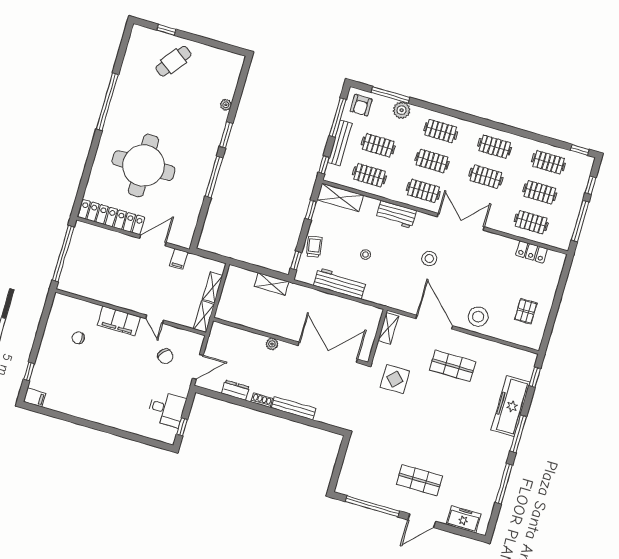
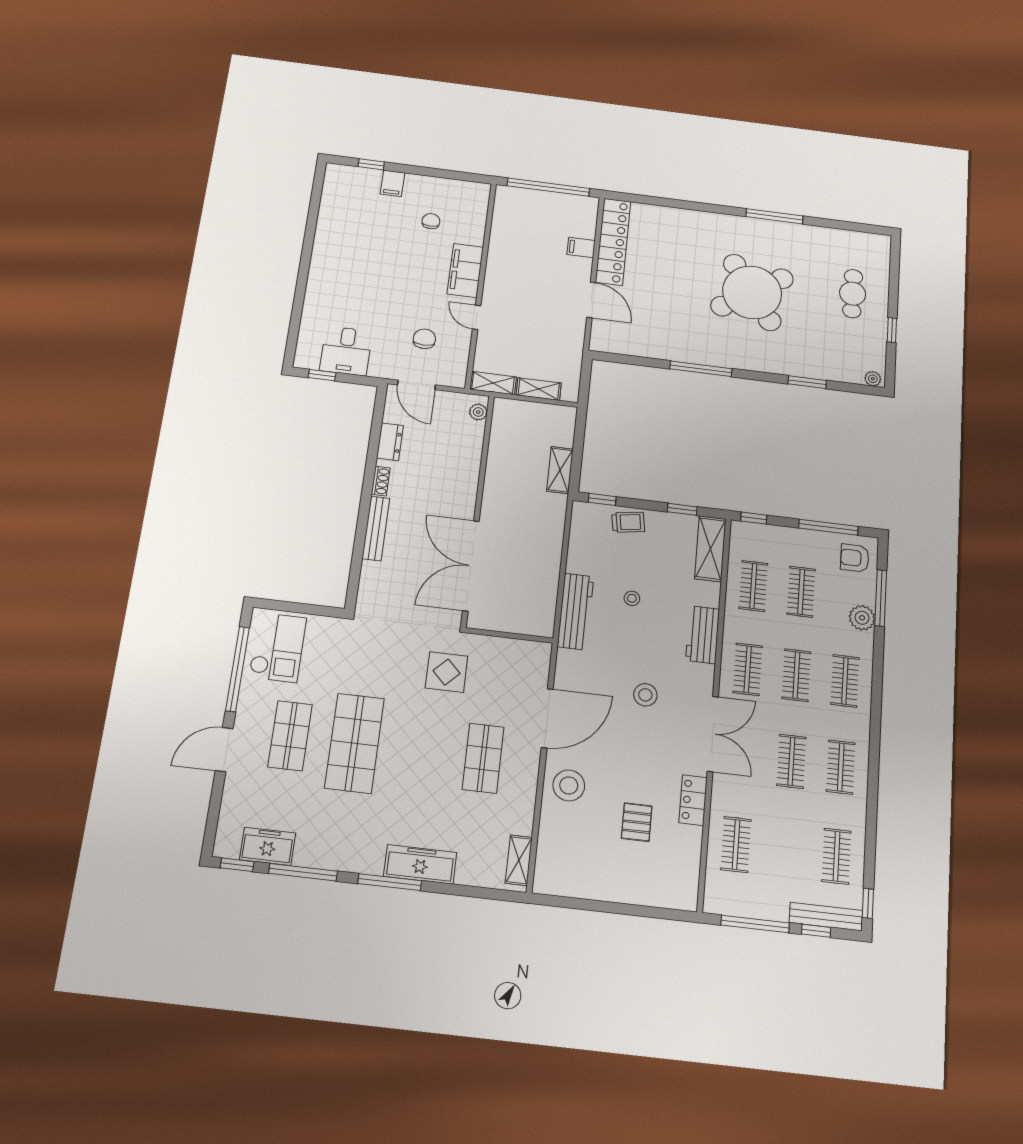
window: (166, 30) -> (892, 330), moved
cafe table: (174, 61) -> (853, 294), turned 53
window: (107, 102) -> (774, 216), width x0.68
plant: (226, 105) -> (873, 379), moved
window: (226, 135) -> (807, 382), moved
bench: (340, 143) -> (826, 917), moved
round table: (143, 166) -> (752, 292), moved, turned -34
clothes rail: (540, 192) -> (786, 850), removed
locker: (532, 252) -> (693, 800), moved
filing cabinet: (179, 259) -> (581, 247), moved
workbench: (340, 283) -> (576, 612), moved
pallet: (526, 311) -> (637, 822), moved, turned 90
door: (155, 319) -> (477, 317), hinge flipped
shelving: (388, 328) -> (519, 860), moved, turned 90
plant: (272, 344) -> (478, 412), moved
double door: (328, 352) -> (471, 566), swing flipped
chair: (165, 356) -> (424, 339), turned 137
window: (535, 377) -> (237, 865), moved
filing cabinet: (35, 397) -> (393, 183), moved
freezer: (510, 406) -> (420, 864), width x0.73, depth x0.79
shop shelf: (431, 442) -> (355, 743), added
checkout: (362, 480) -> (278, 647), added
freezer: (464, 519) -> (268, 846), moved, turned -90
door: (422, 521) -> (224, 750), hinge flipped

